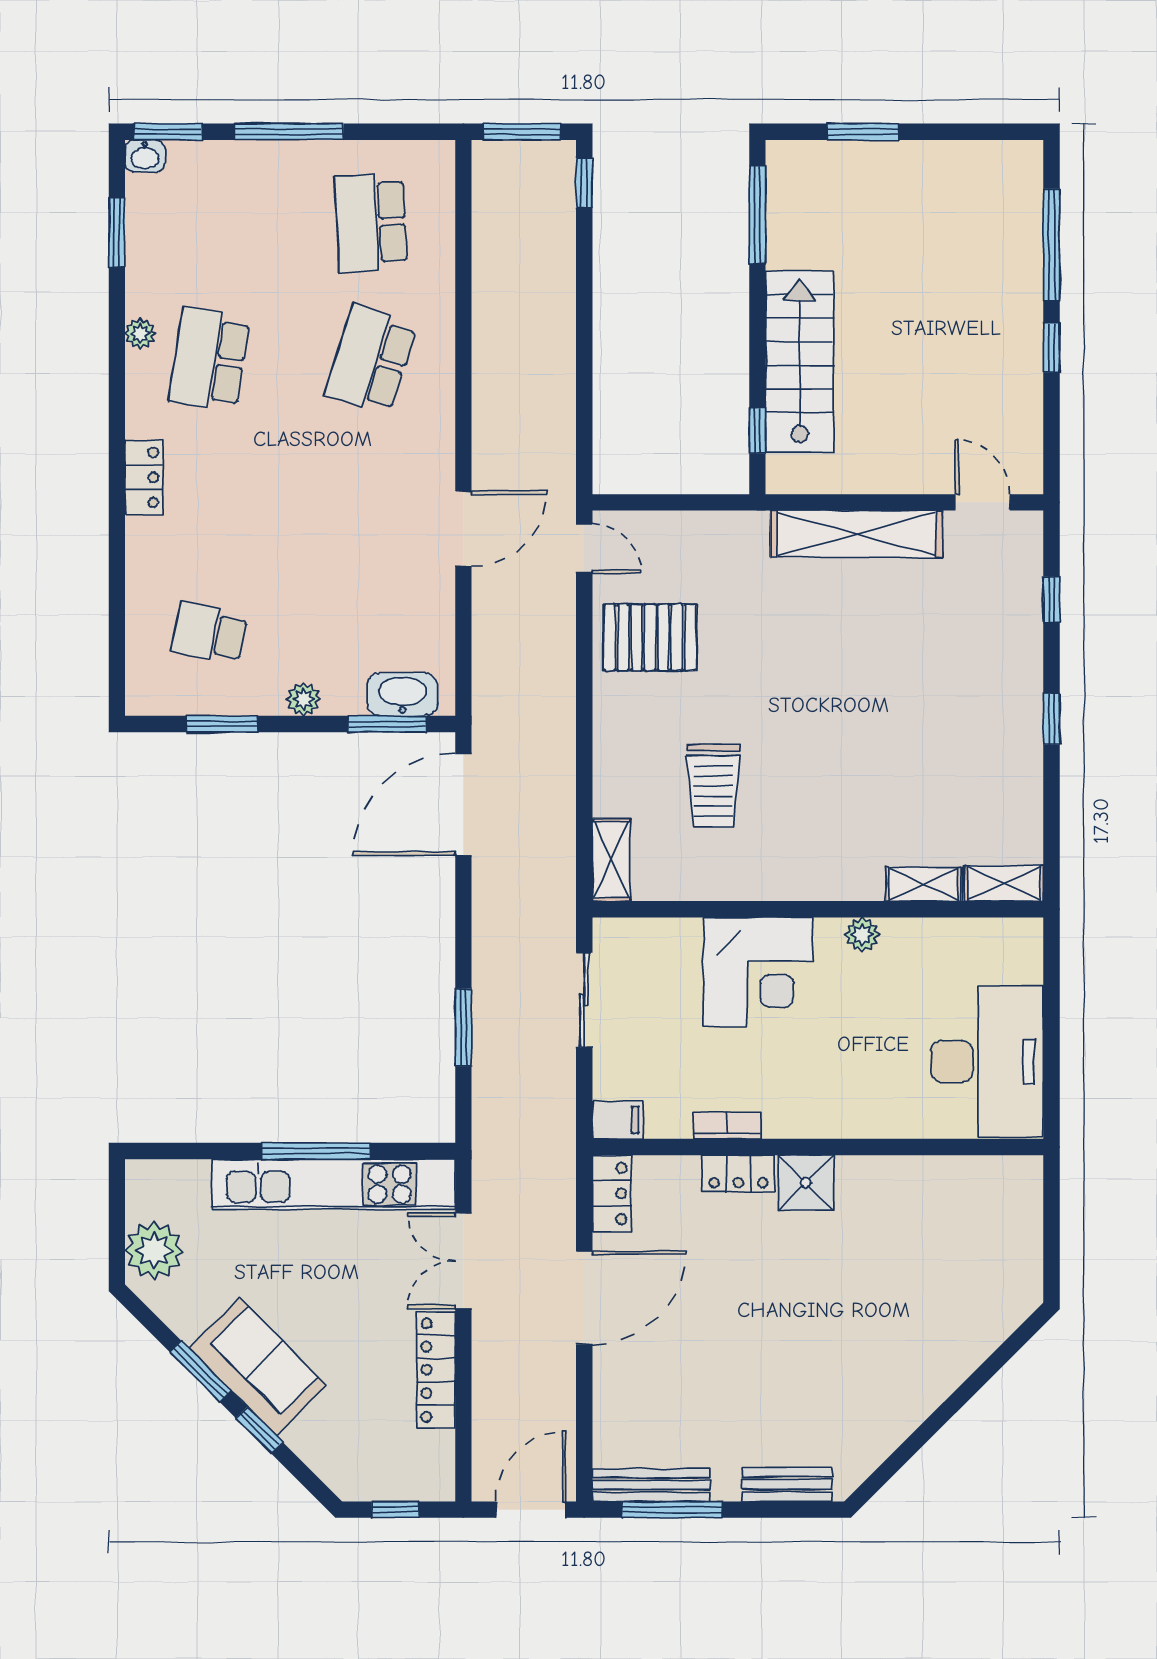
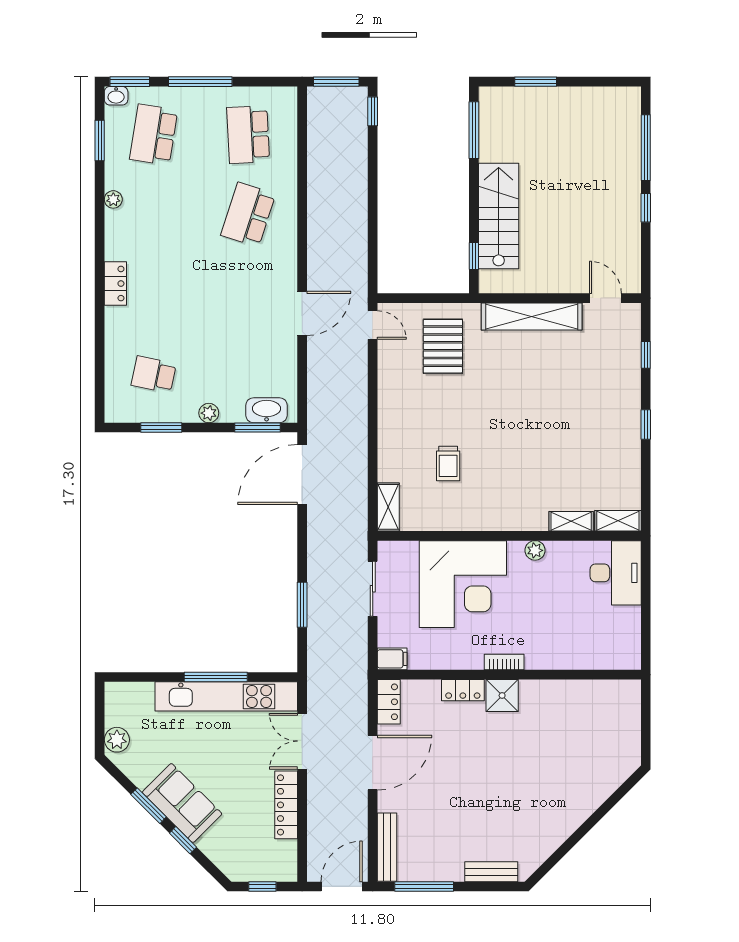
school desk: (209, 359) -> (154, 135), moved
pallet: (650, 637) -> (443, 346), moved, turned 90
trolley: (713, 785) -> (448, 463), width x0.73, depth x0.72
corner desk: (758, 972) -> (463, 584), width x1.36, depth x1.36
desk: (987, 1062) -> (616, 573), moved, width x0.73, depth x0.77
bookcase: (727, 1125) -> (504, 662), moved
plant: (154, 1251) -> (117, 740), width x0.73, depth x0.73
bench: (651, 1485) -> (387, 847), moved, turned 90

